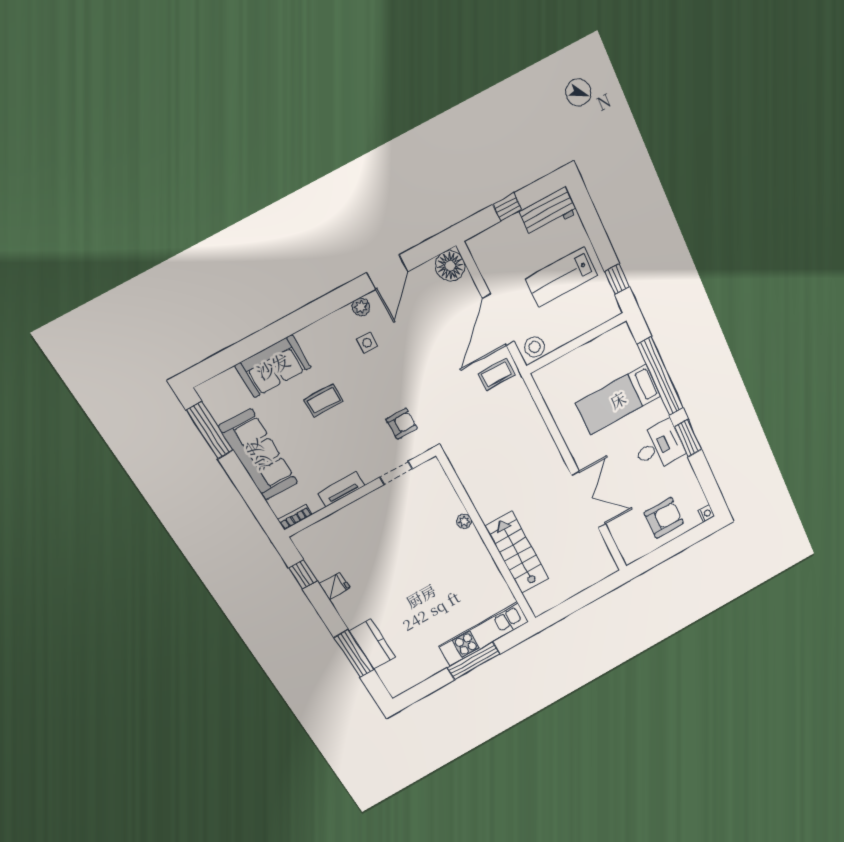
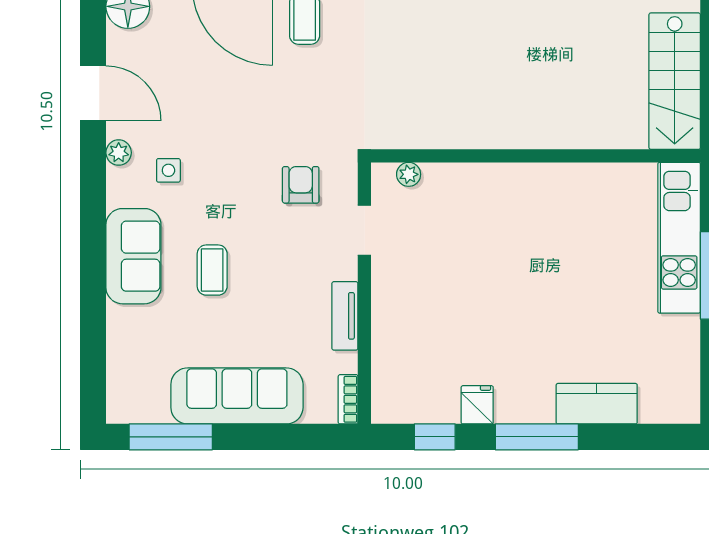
sofa: (273, 366) -> (133, 256), moved
plant: (464, 521) -> (409, 174), moved
stairs: (517, 552) -> (675, 81), moved, turned -90
window: (354, 654) -> (537, 437), moved

